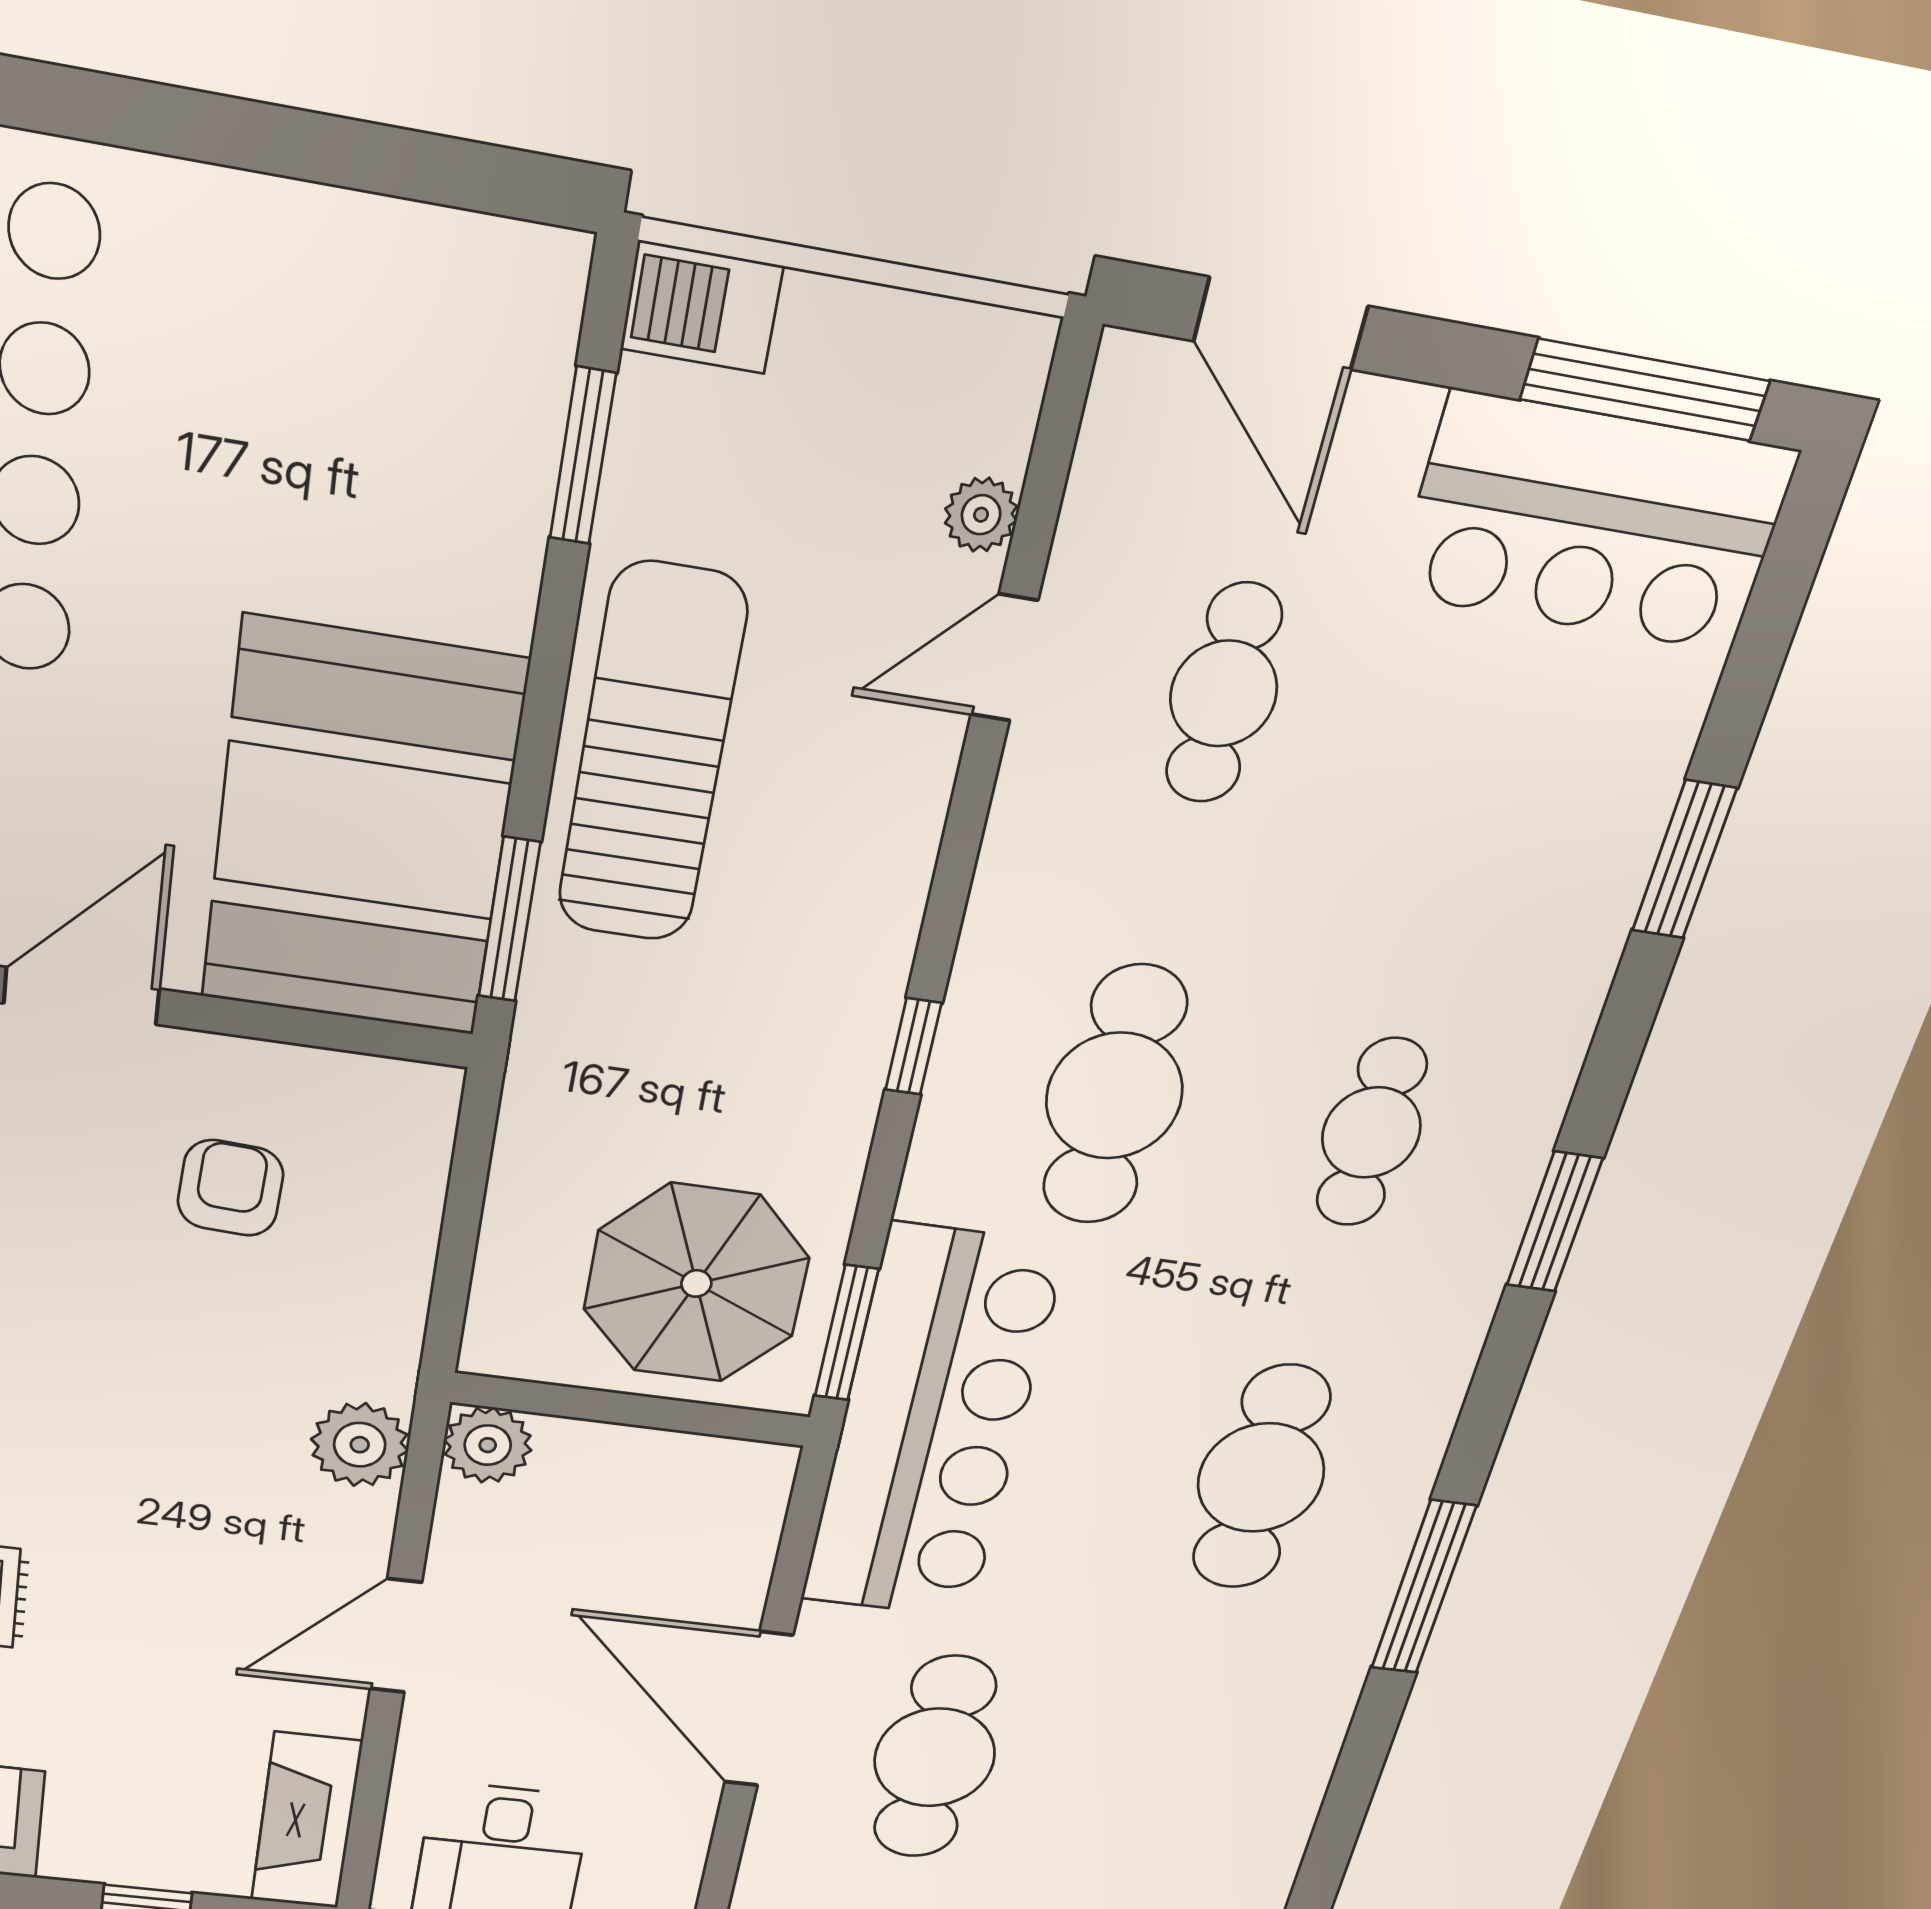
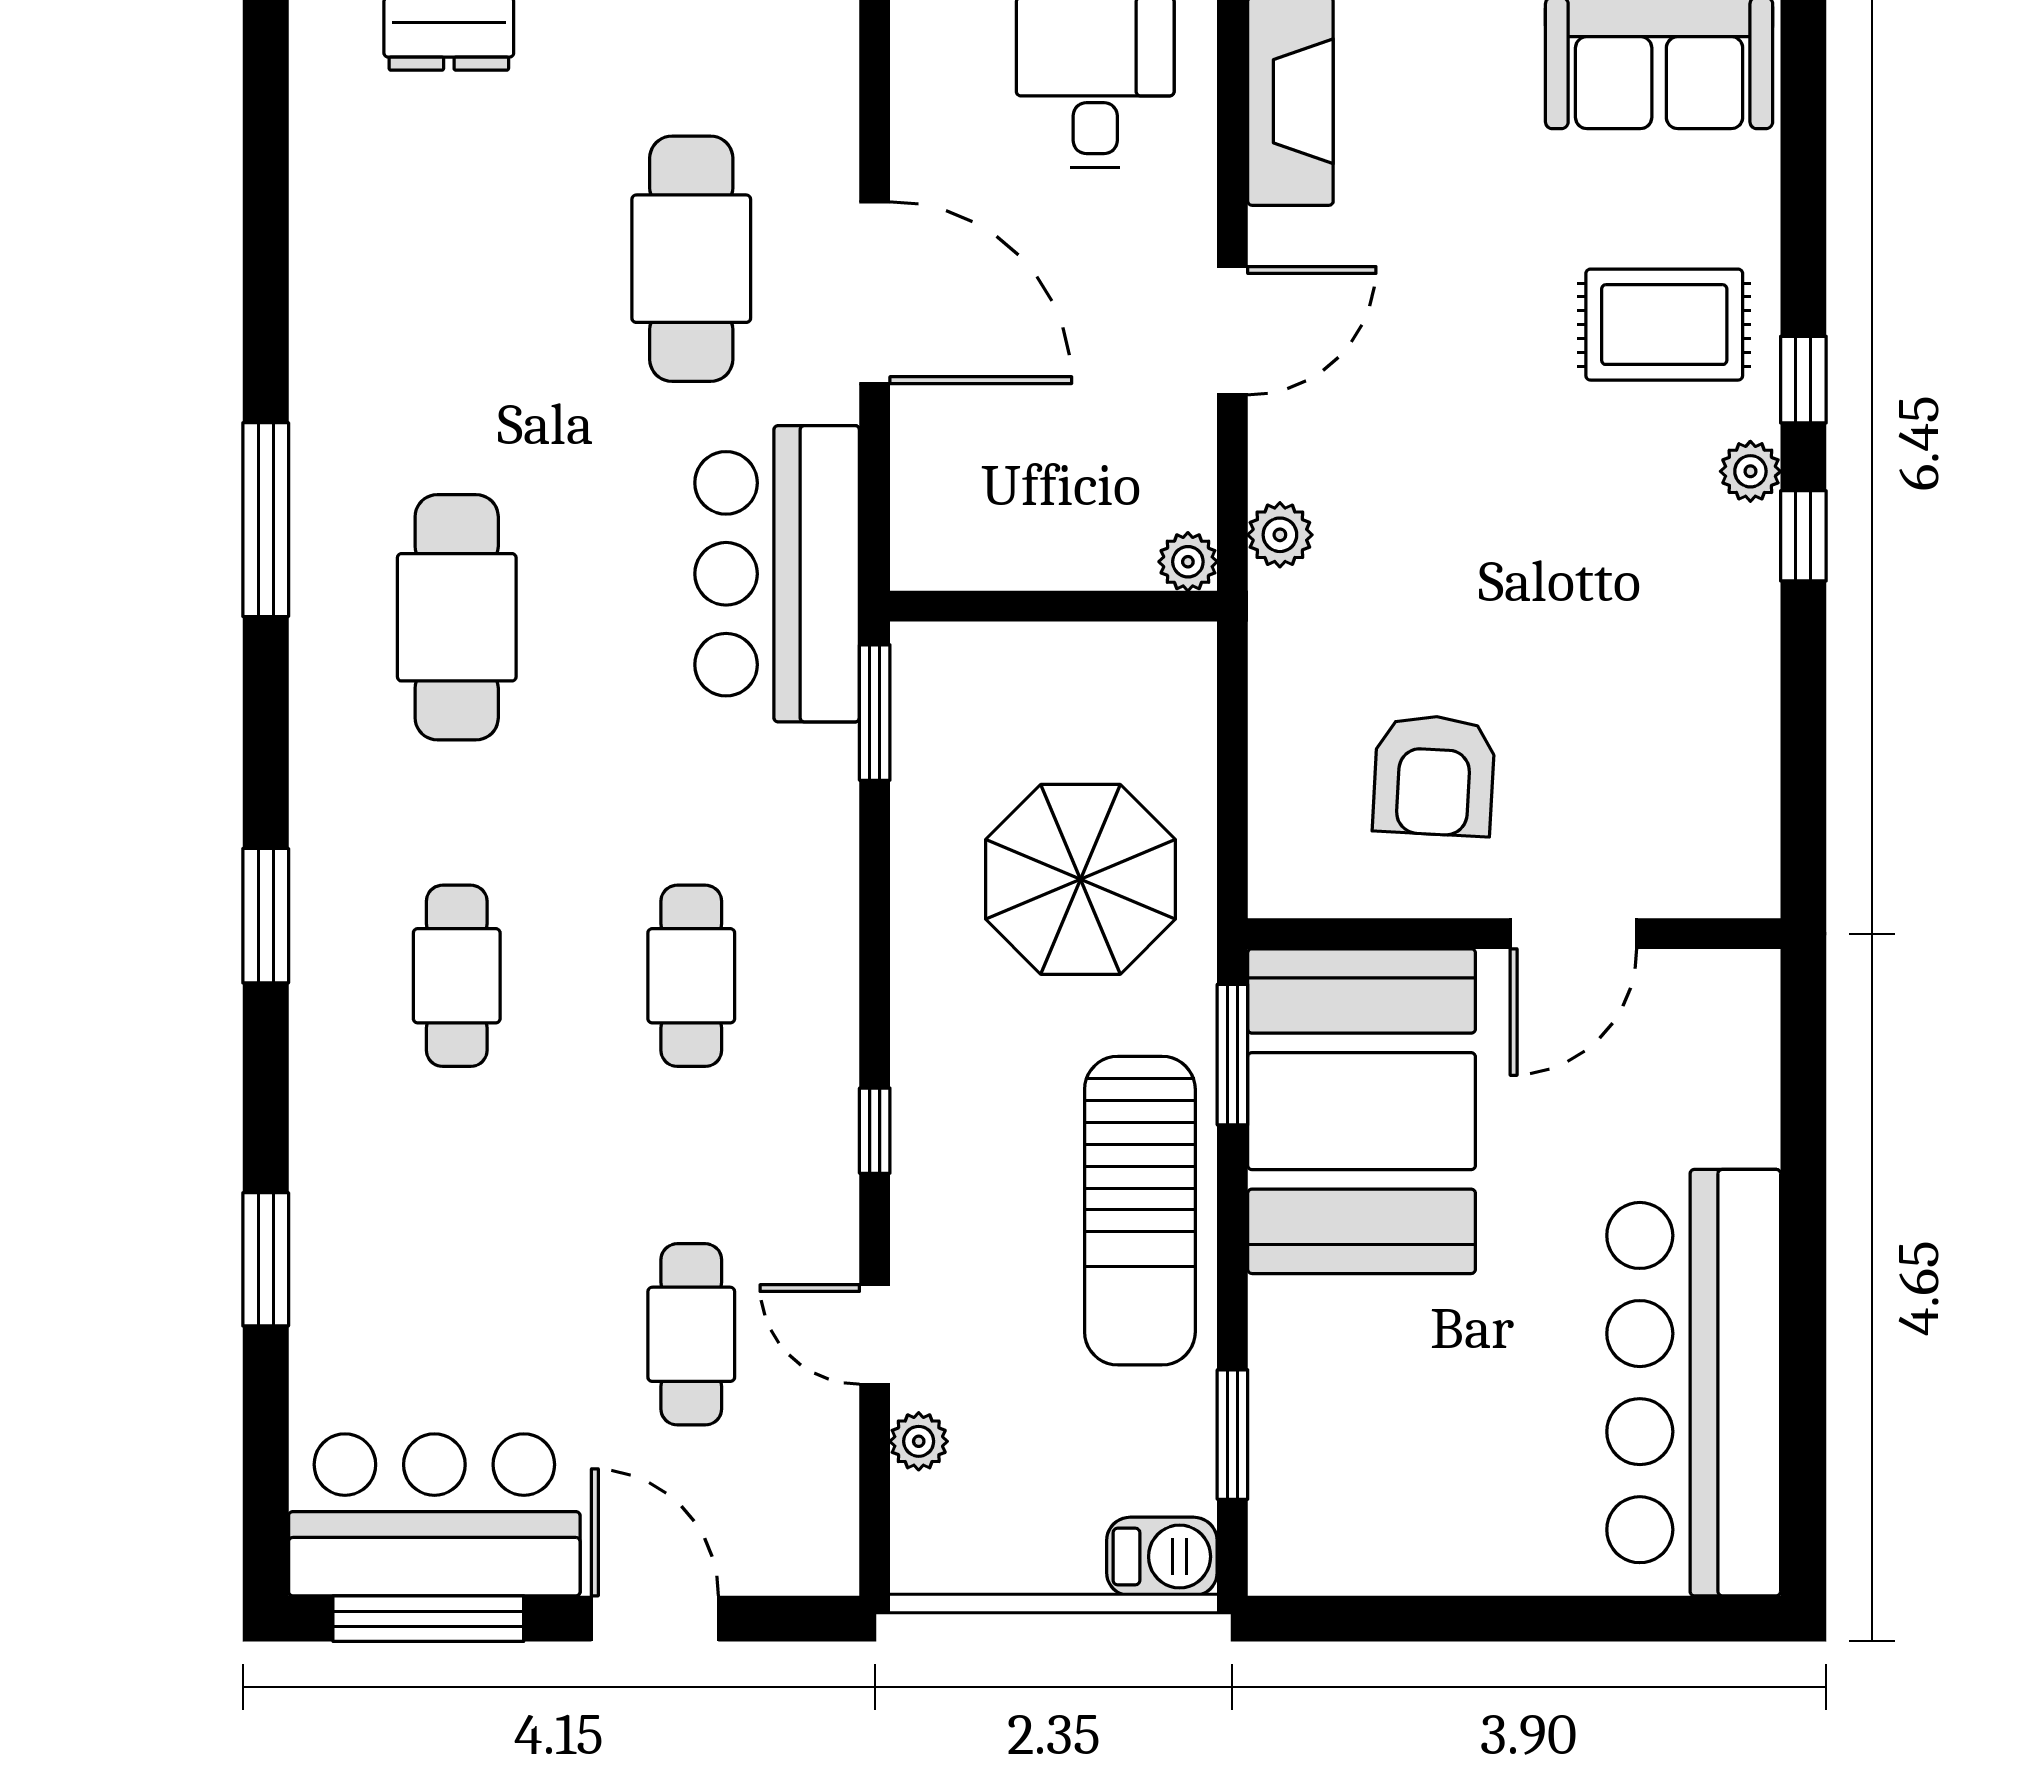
door: (1281, 324) -> (655, 1619), moved
door: (1004, 658) -> (875, 1334), swing flipped
window: (913, 1046) -> (875, 1131), moved
cafe table: (1114, 1096) -> (691, 976), width x0.73, depth x0.74
armchair: (230, 1188) -> (1434, 775), width x1.38, depth x1.38
parasol: (696, 1283) -> (1080, 879), moved
bar counter: (931, 1427) -> (777, 574), width x0.73
plant: (360, 1445) -> (1280, 535), width x0.73, depth x0.73
plant: (488, 1445) -> (1188, 562), width x0.73, depth x0.73

